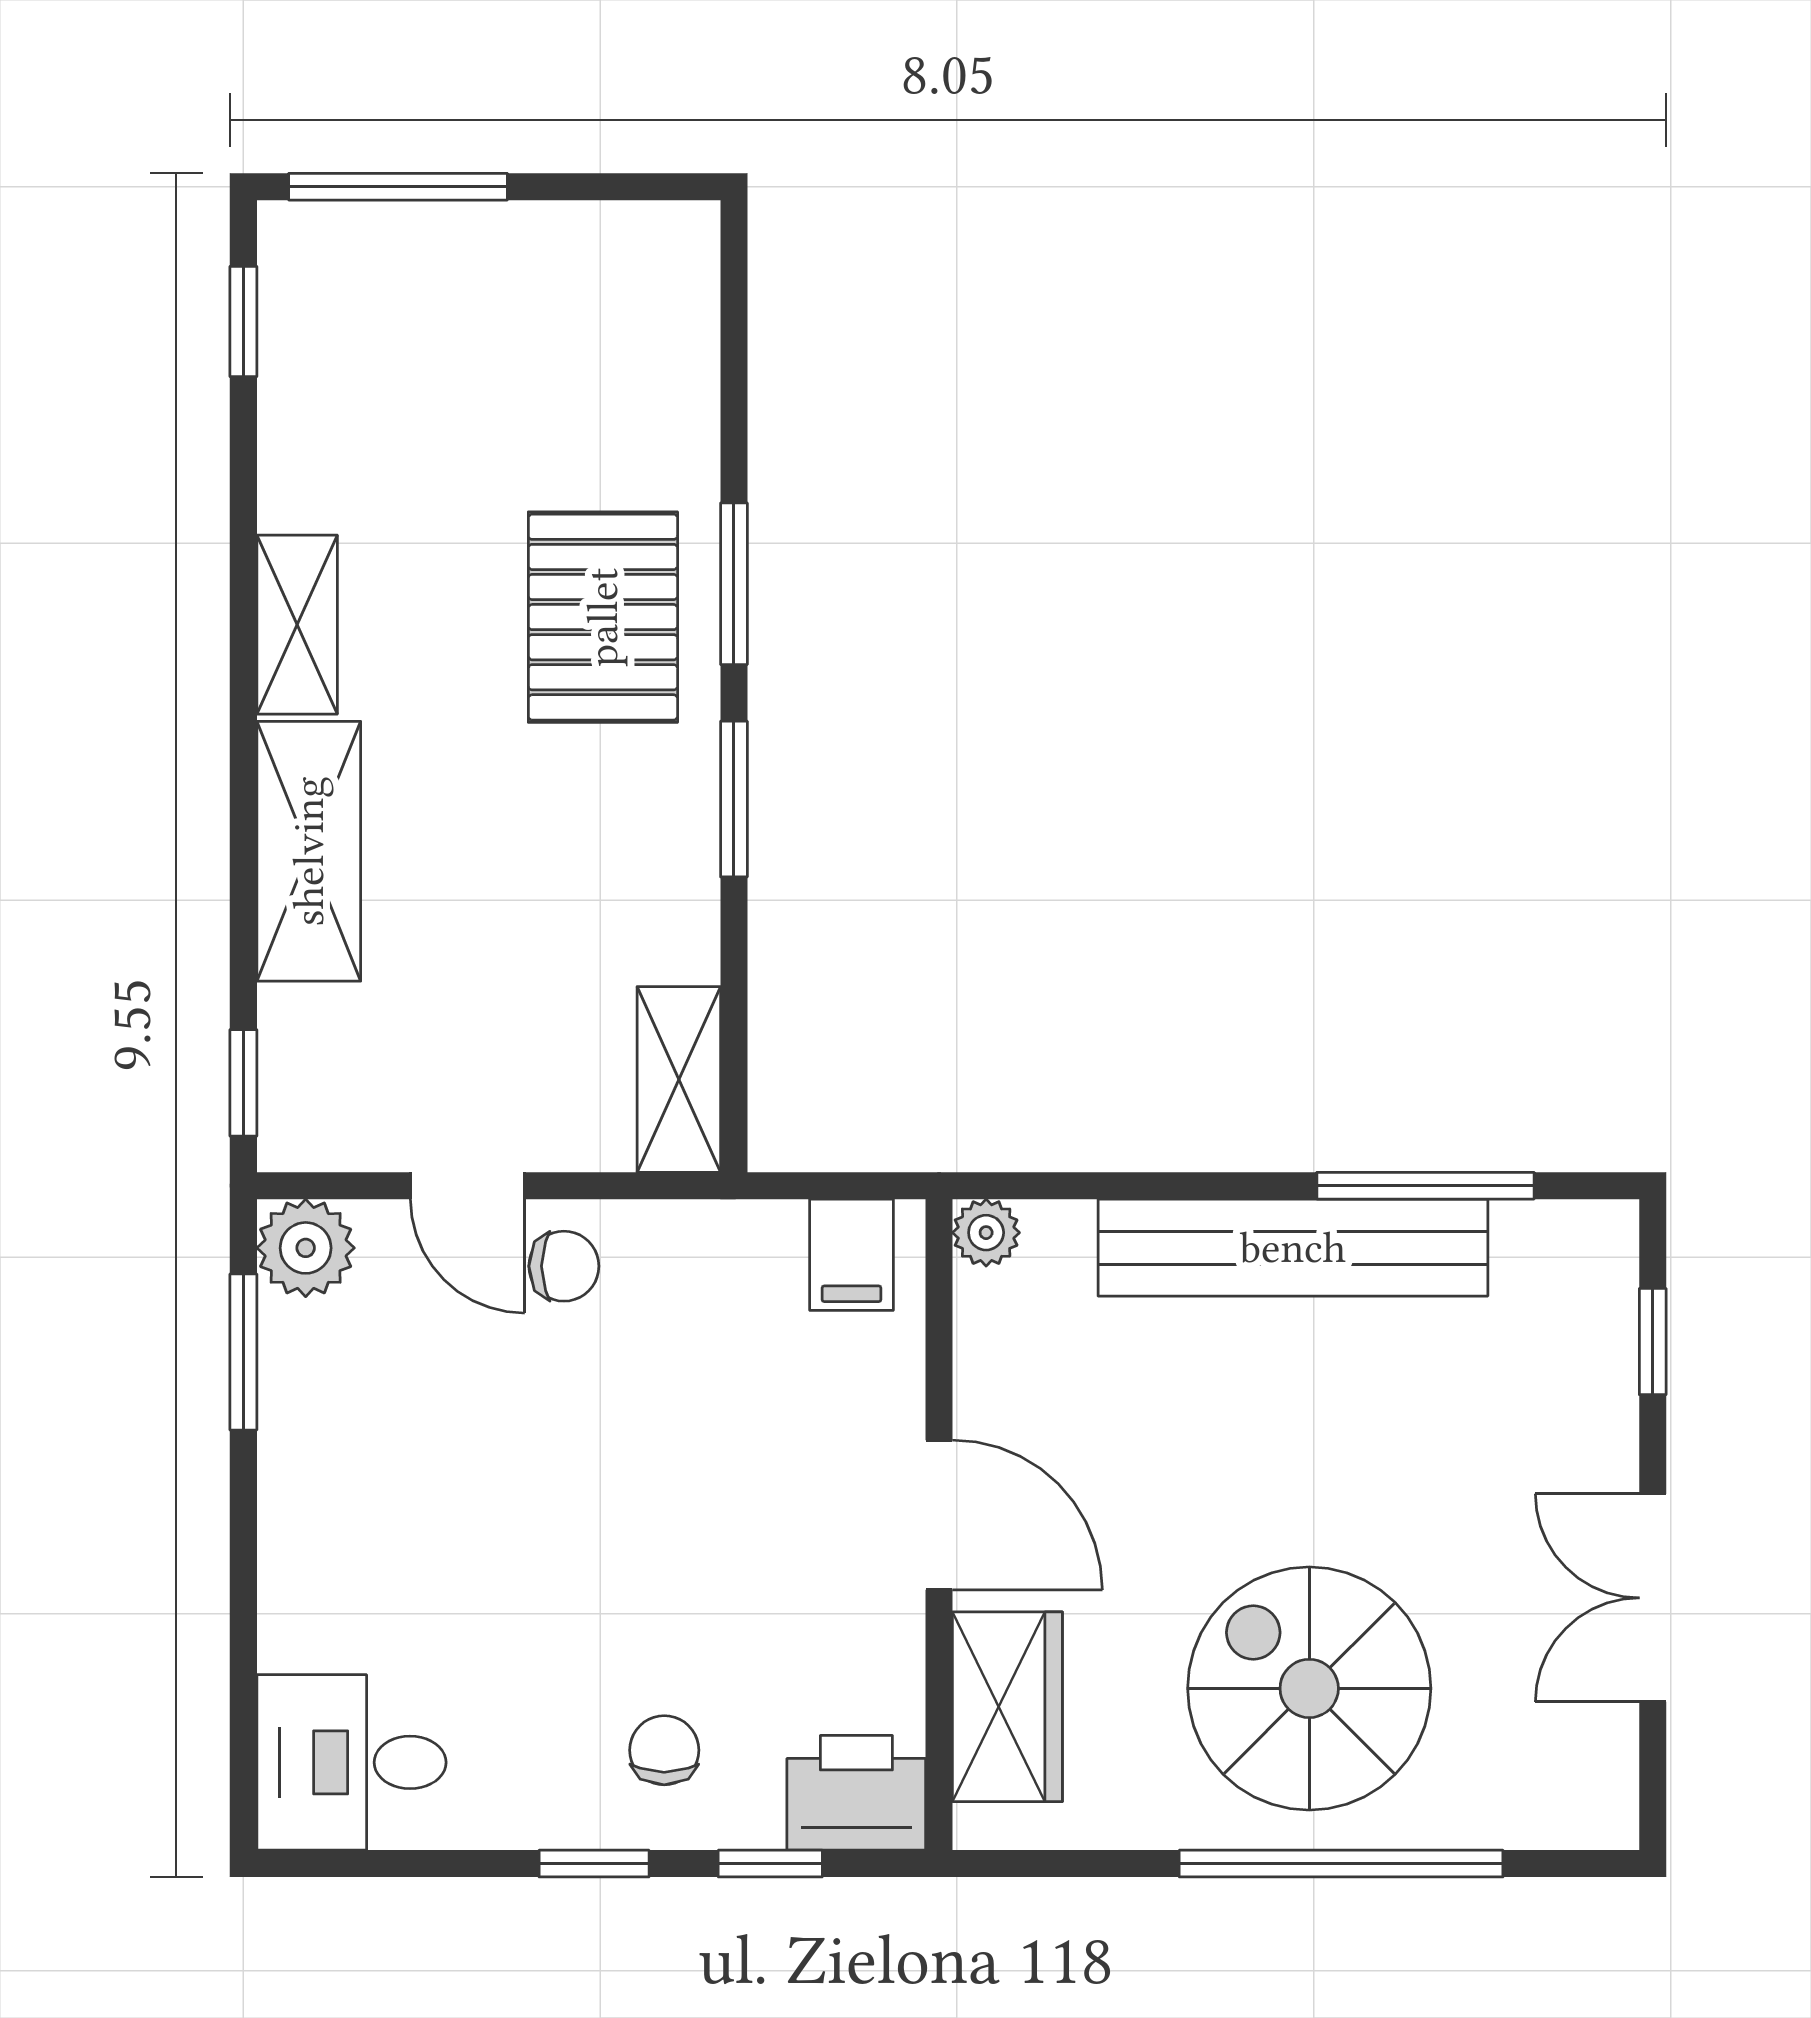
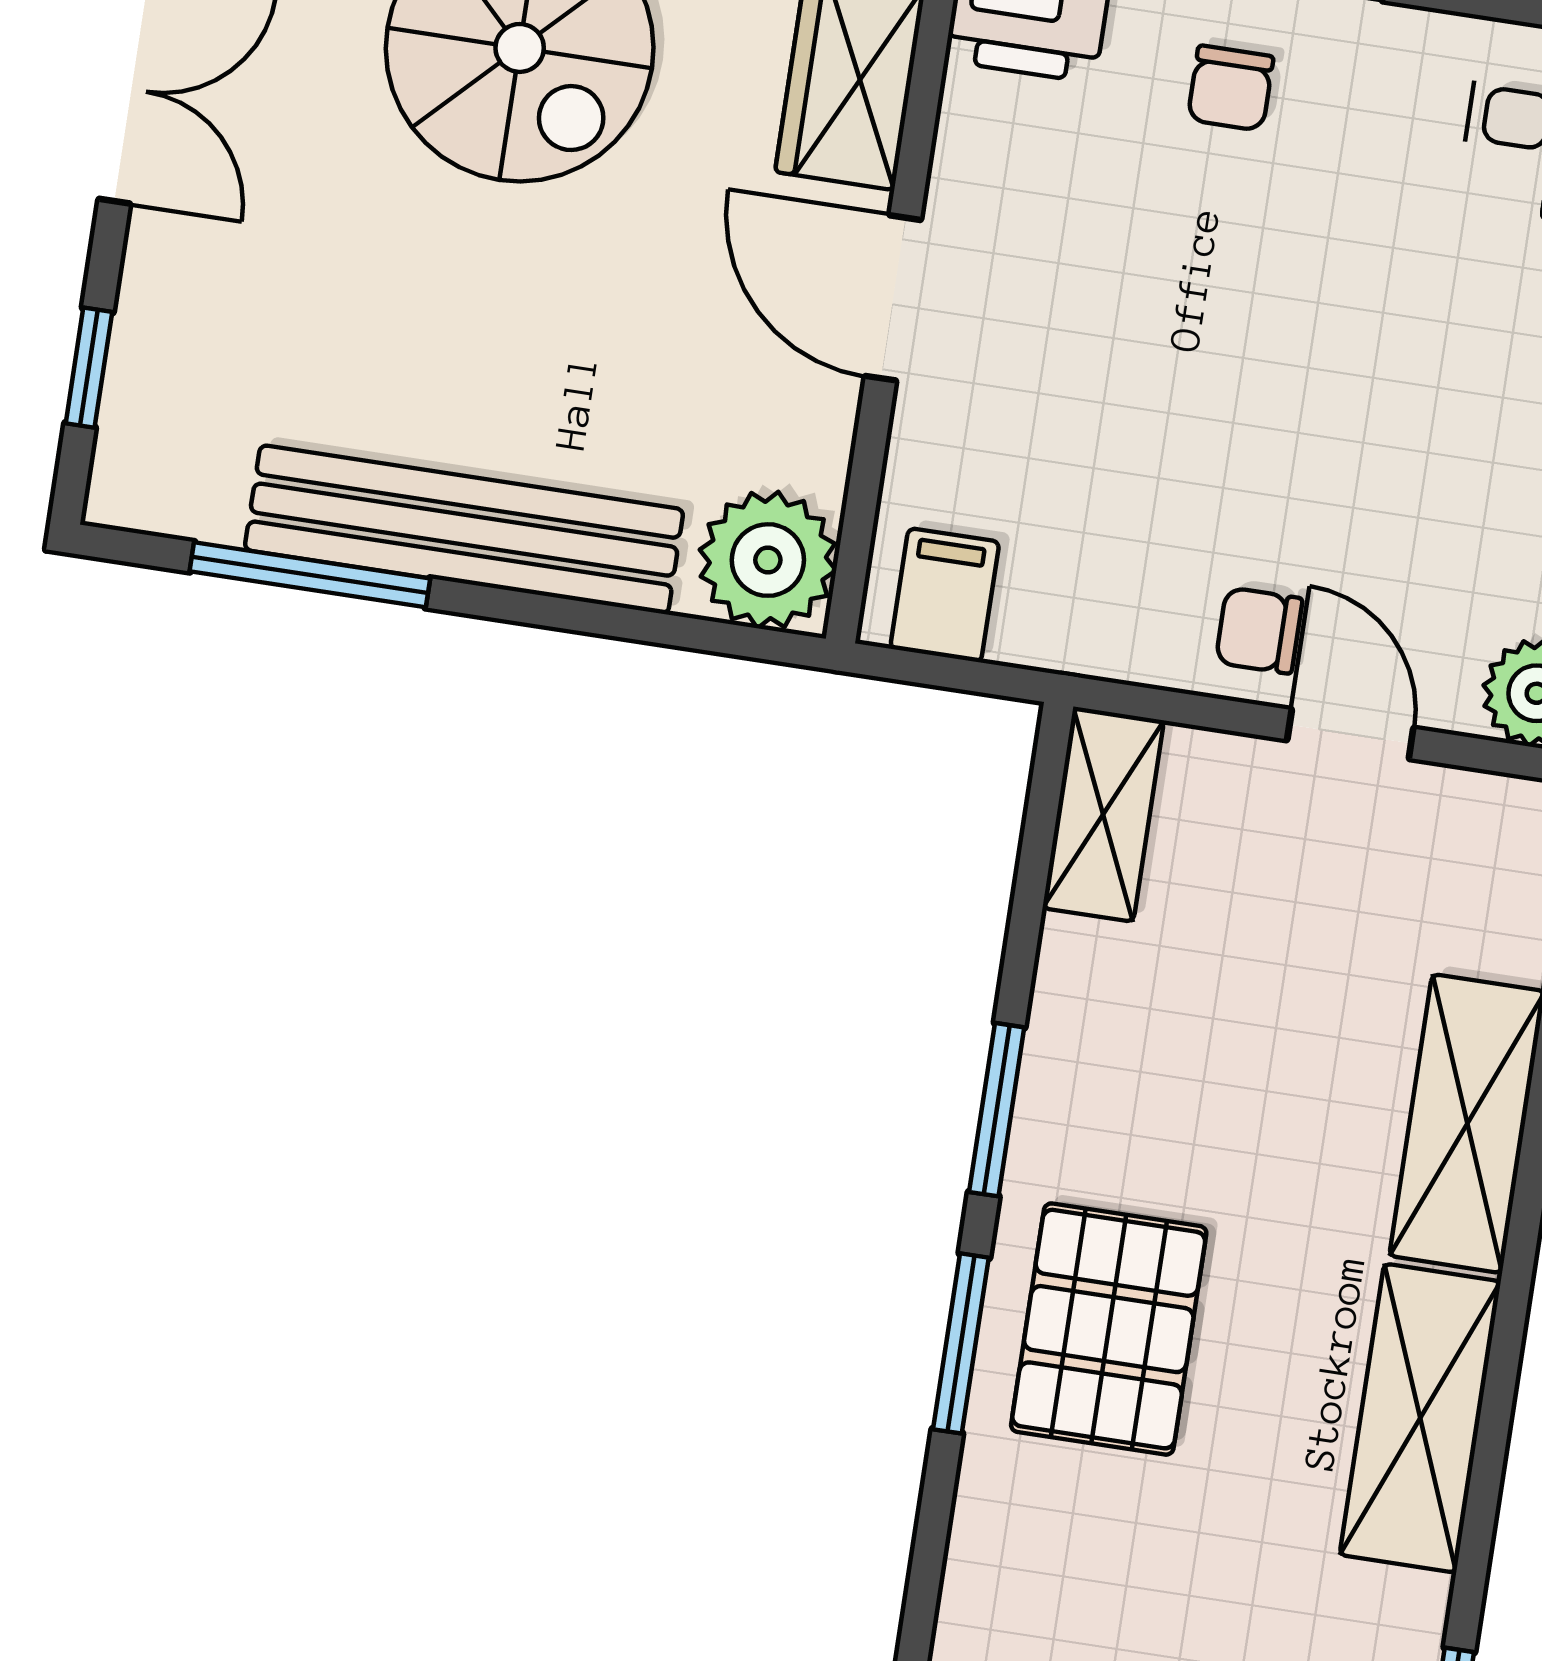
shelving: (297, 625) -> (1420, 1418), width x1.50, depth x1.33
plant: (986, 1233) -> (768, 560), width x1.88, depth x1.88

